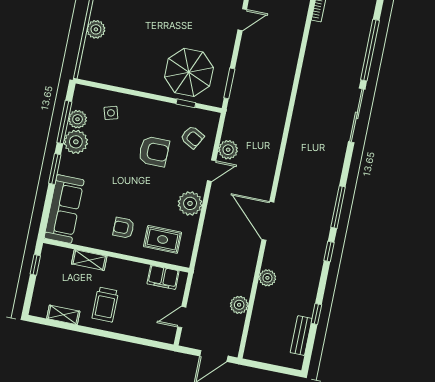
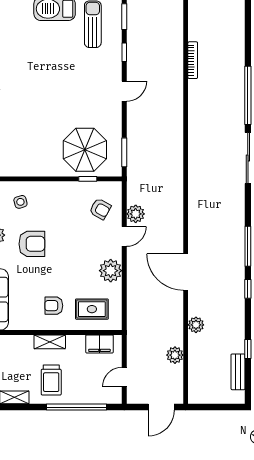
armchair: (154, 151) -> (32, 244), moved
shelving: (89, 260) -> (50, 342), moved
window: (126, 338) -> (77, 407), added

